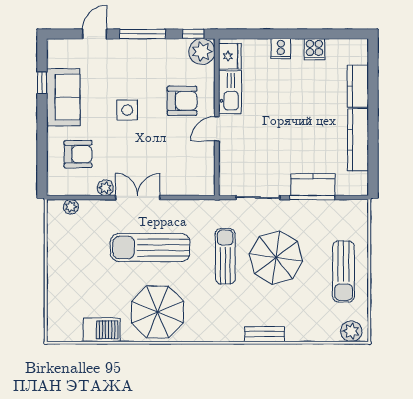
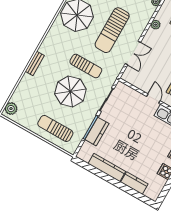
double door: (138, 198) -> (133, 53), moved
sun lounger: (150, 247) -> (112, 30), turned 180
sun lounger: (344, 272) -> (55, 128), moved

